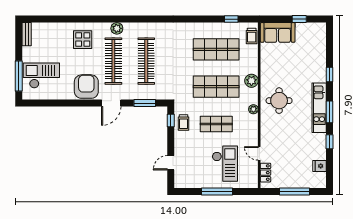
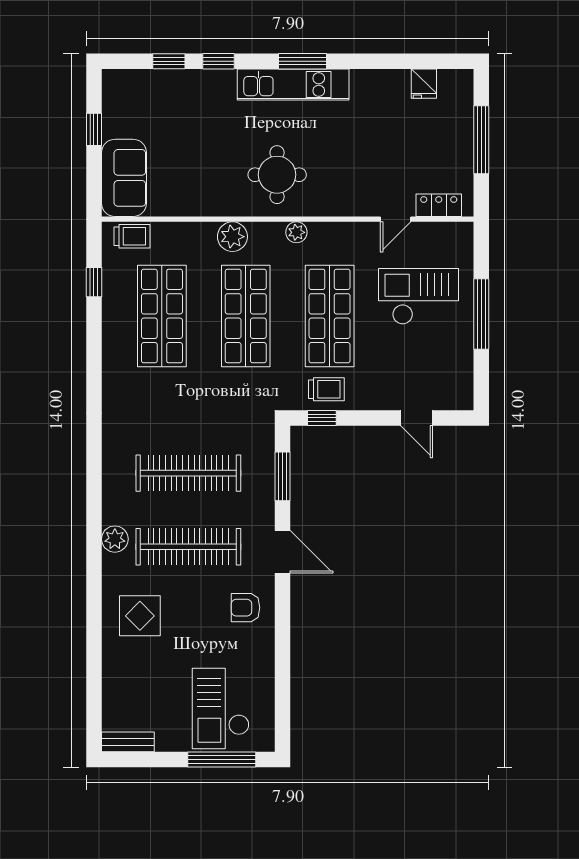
armchair: (86, 87) -> (245, 608), width x0.53, depth x0.53
shop shelf: (216, 124) -> (330, 316), width x1.43, depth x1.36
window: (330, 142) -> (169, 61), moved

